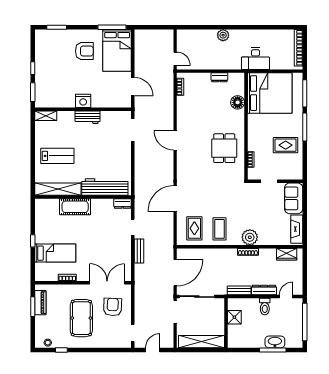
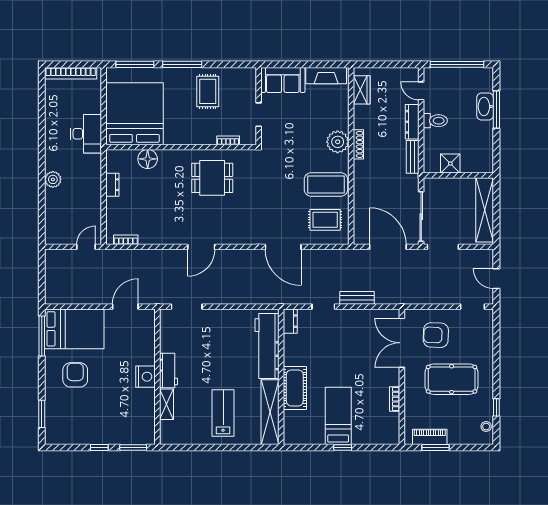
shelving: (46, 116) -> (166, 404), moved
coffee table: (219, 229) -> (326, 185), width x1.36, depth x1.32
bed: (55, 253) -> (338, 416), moved

